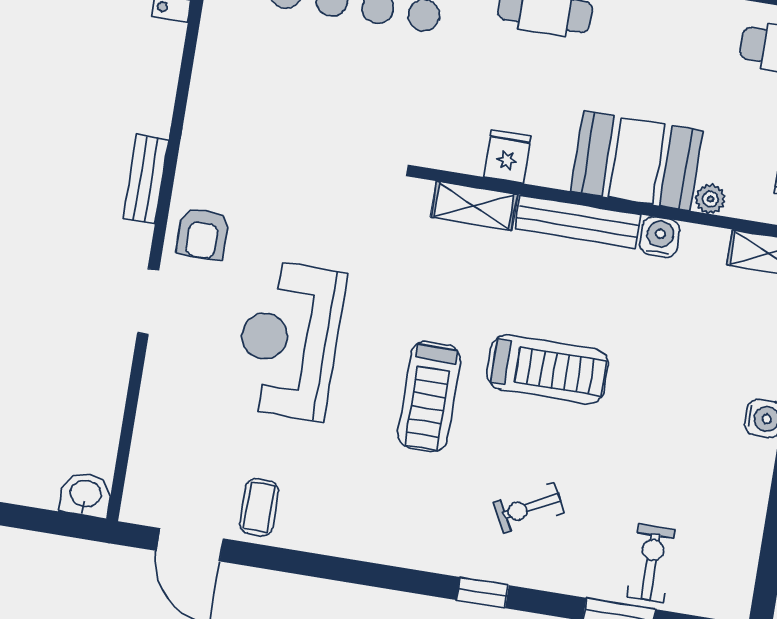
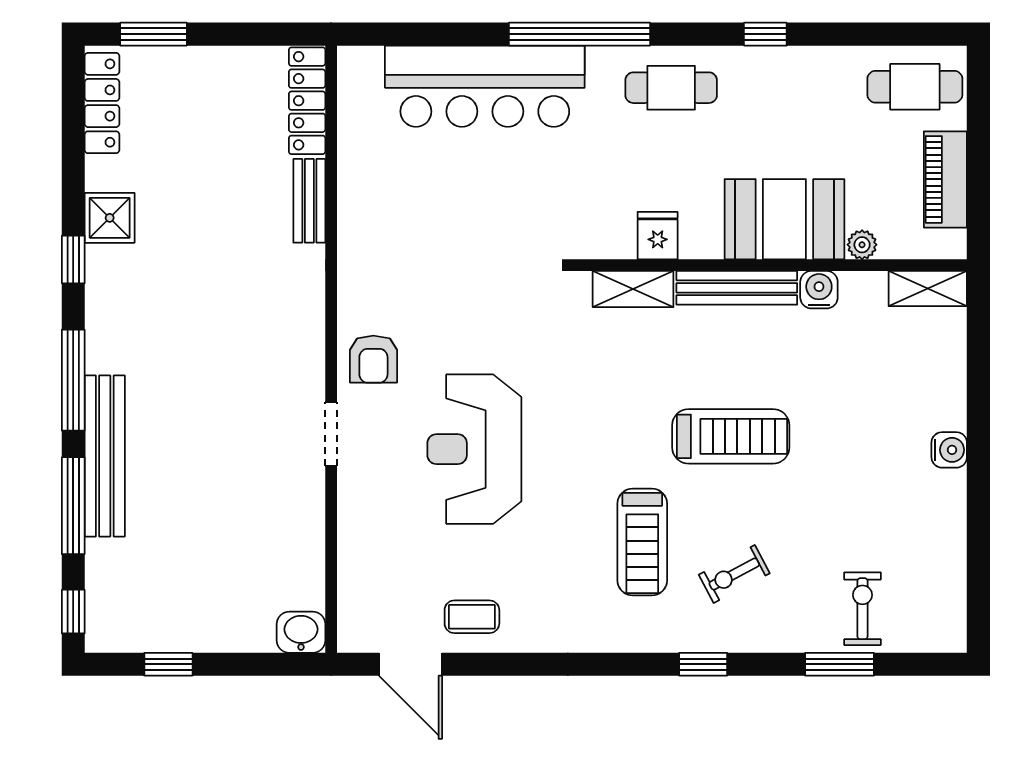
bench: (146, 179) -> (309, 201), moved
treadmill: (429, 396) -> (642, 542), moved
coffee table: (259, 507) -> (472, 617), turned 90

